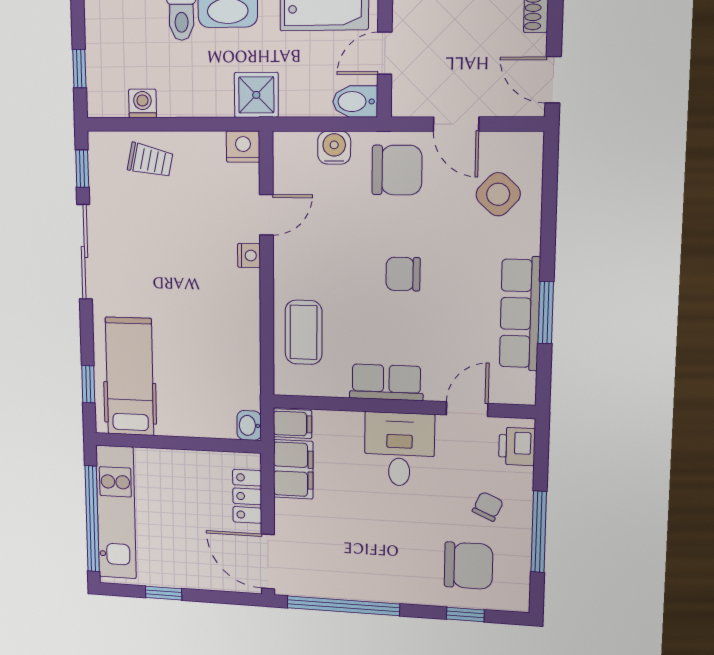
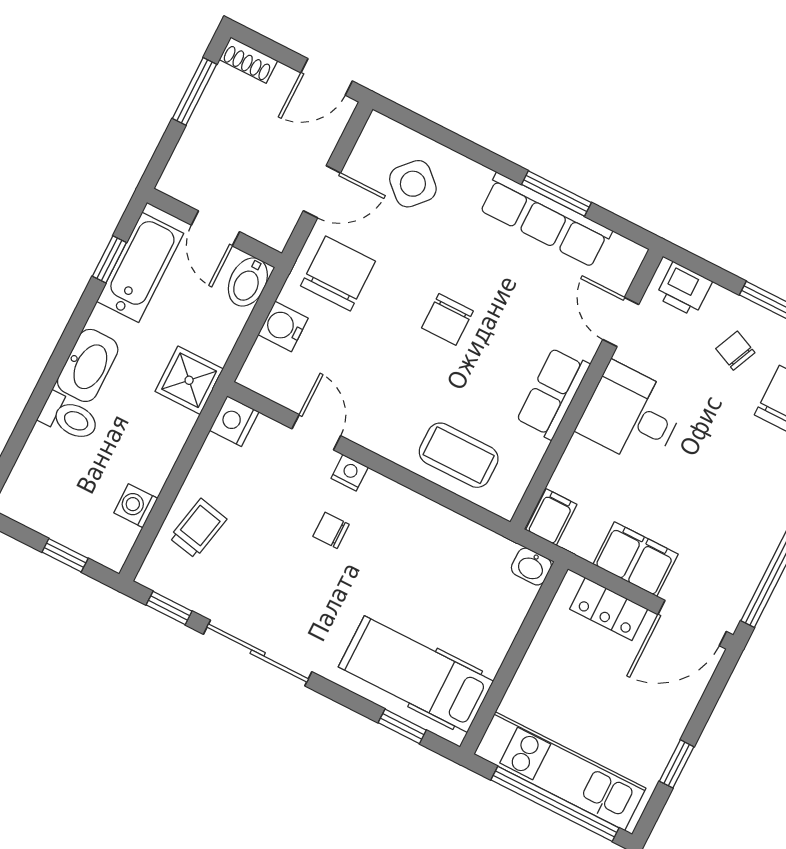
chair: (200, 263) -> (331, 530), added
filing cabinet: (293, 469) -> (636, 559), moved

